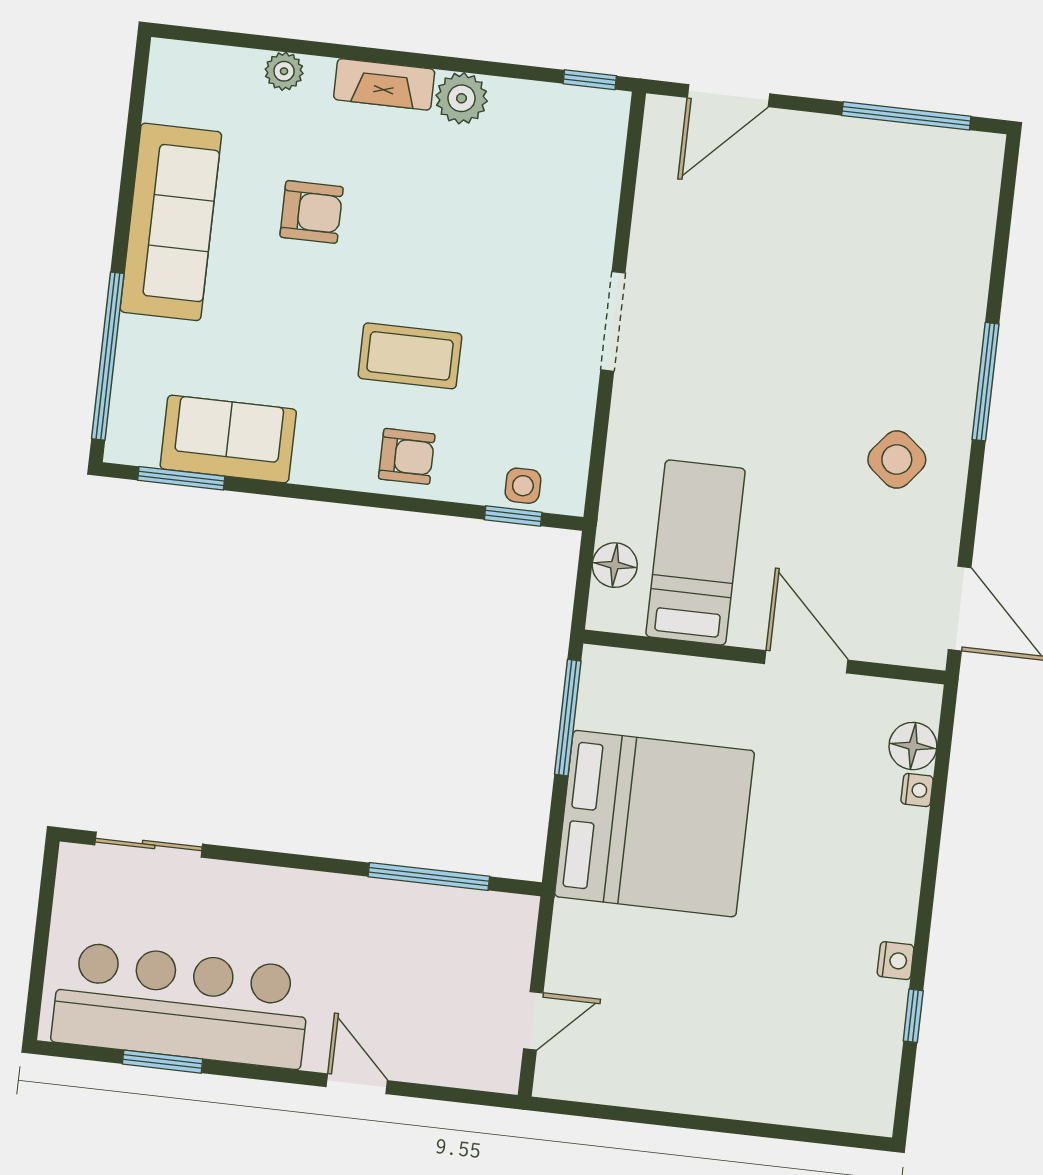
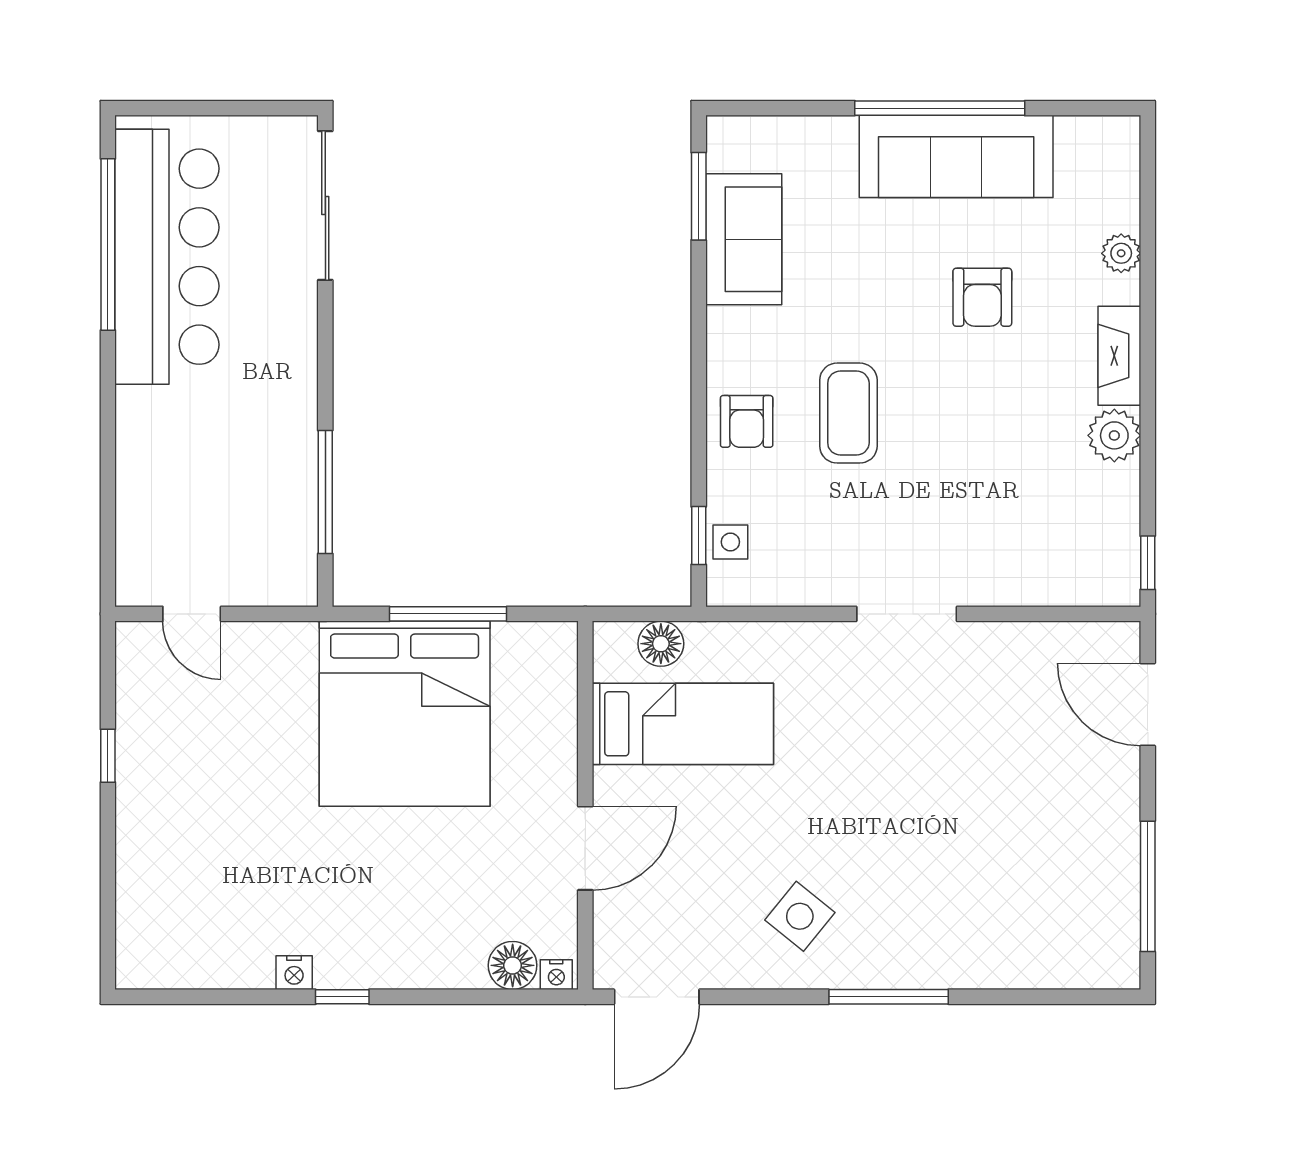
window: (108, 356) -> (940, 108), moved
window: (568, 718) -> (448, 614), moved
nightstand: (917, 790) -> (556, 975), moved
sliding door: (149, 845) -> (325, 206), width x1.37
window: (913, 1016) -> (342, 997), moved
window: (162, 1062) -> (108, 244), width x2.11
door: (357, 1084) -> (108, 443), removed
window: (663, 1119) -> (108, 756), added

